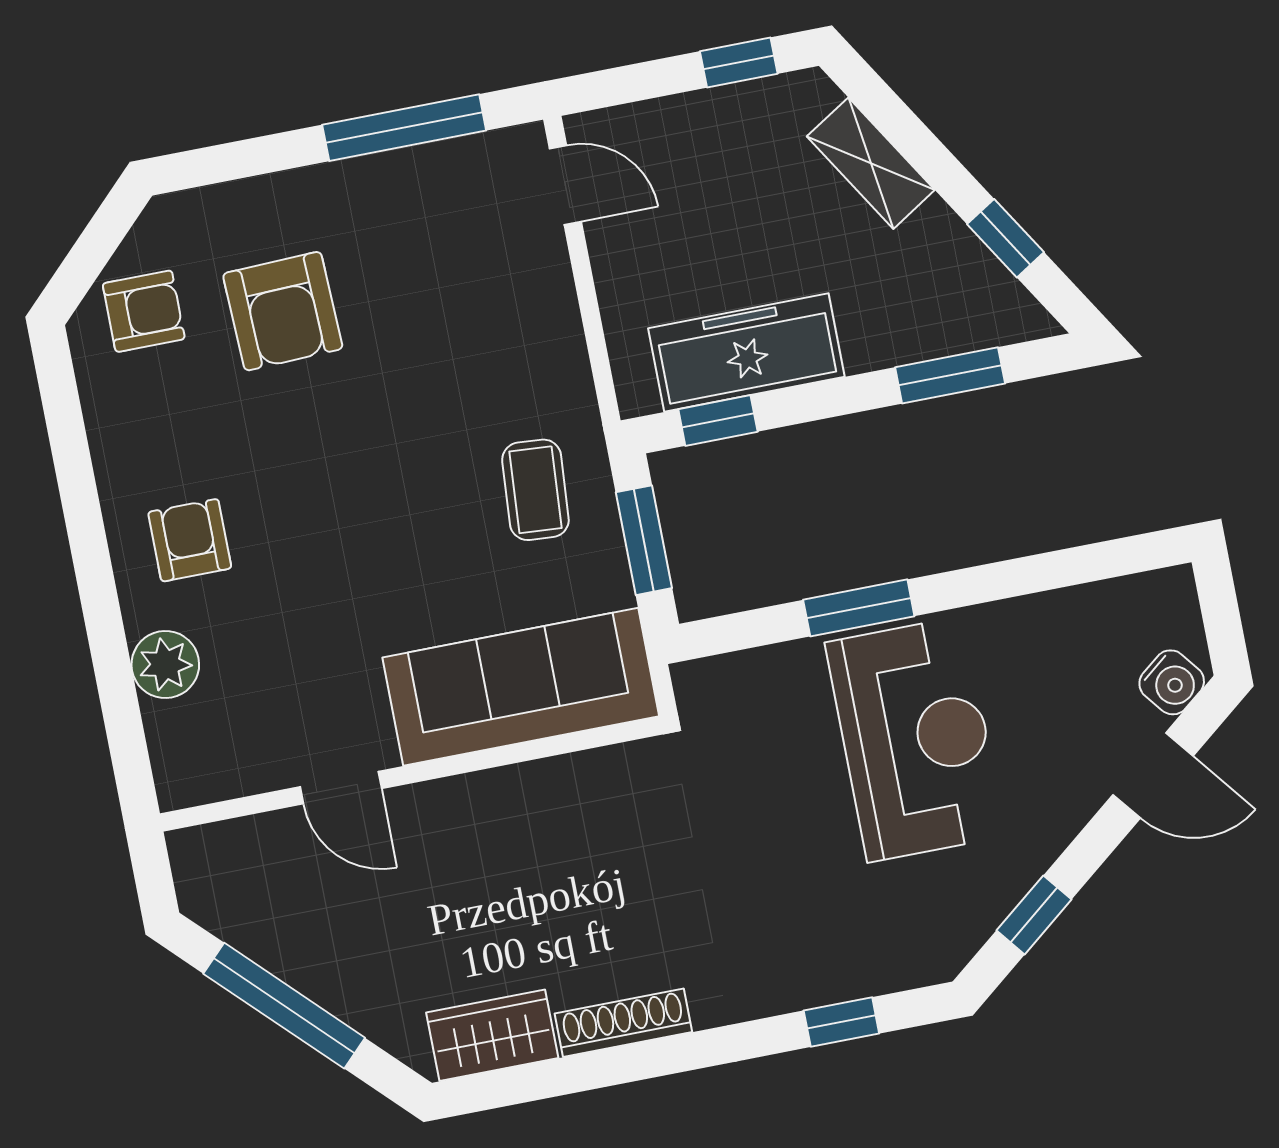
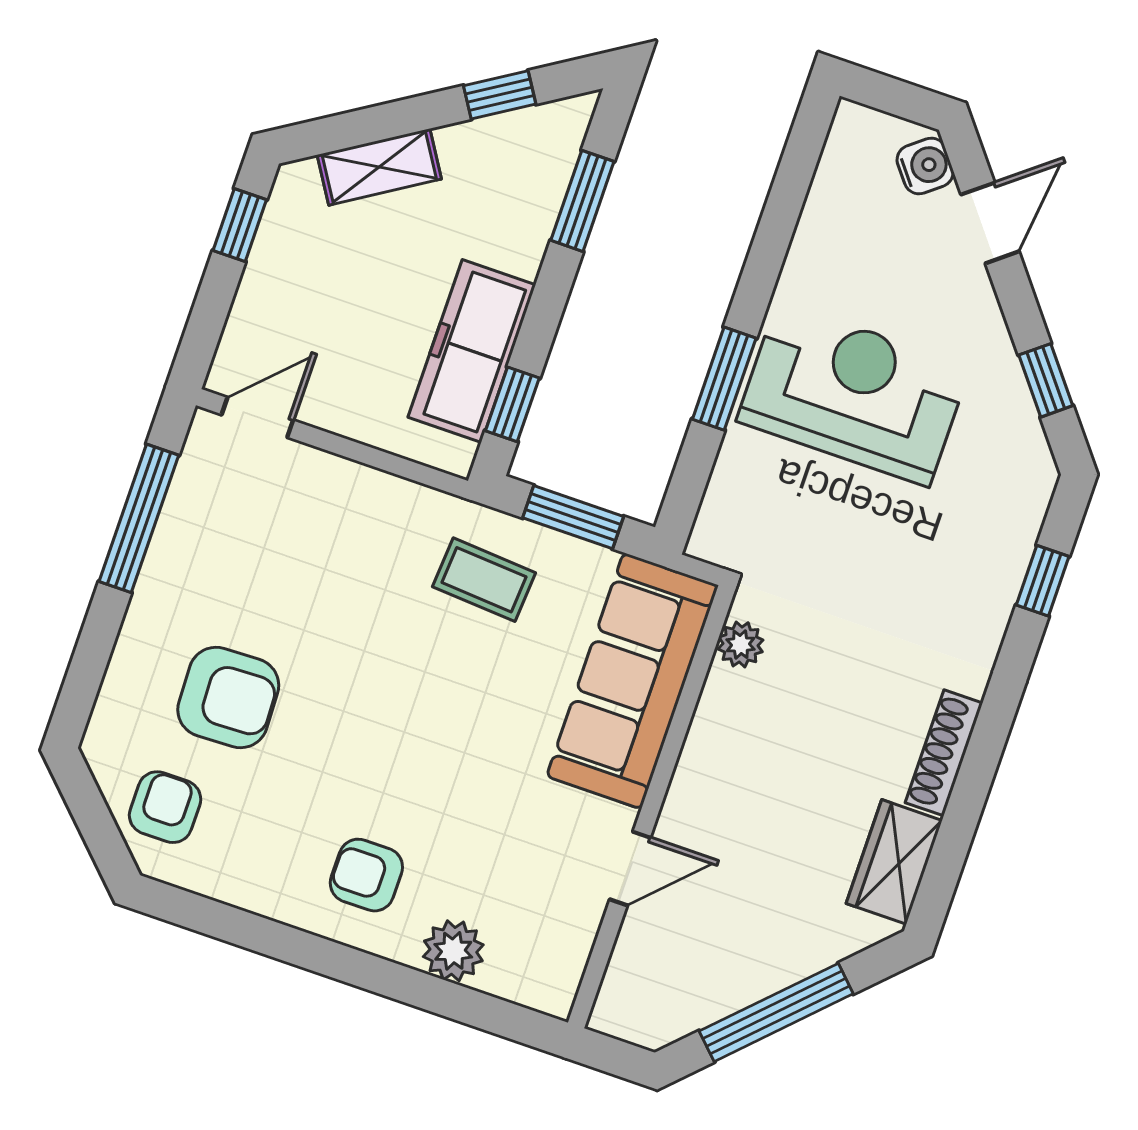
plant: (615, 770) -> (741, 644), added

